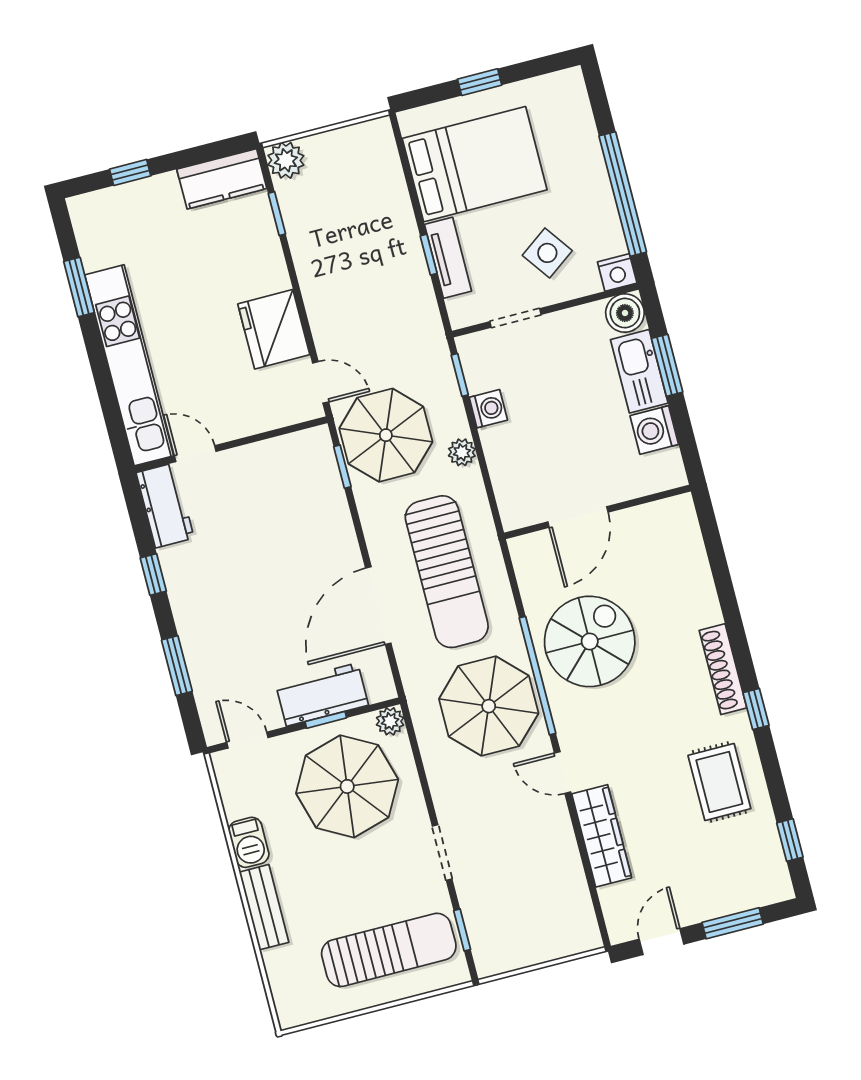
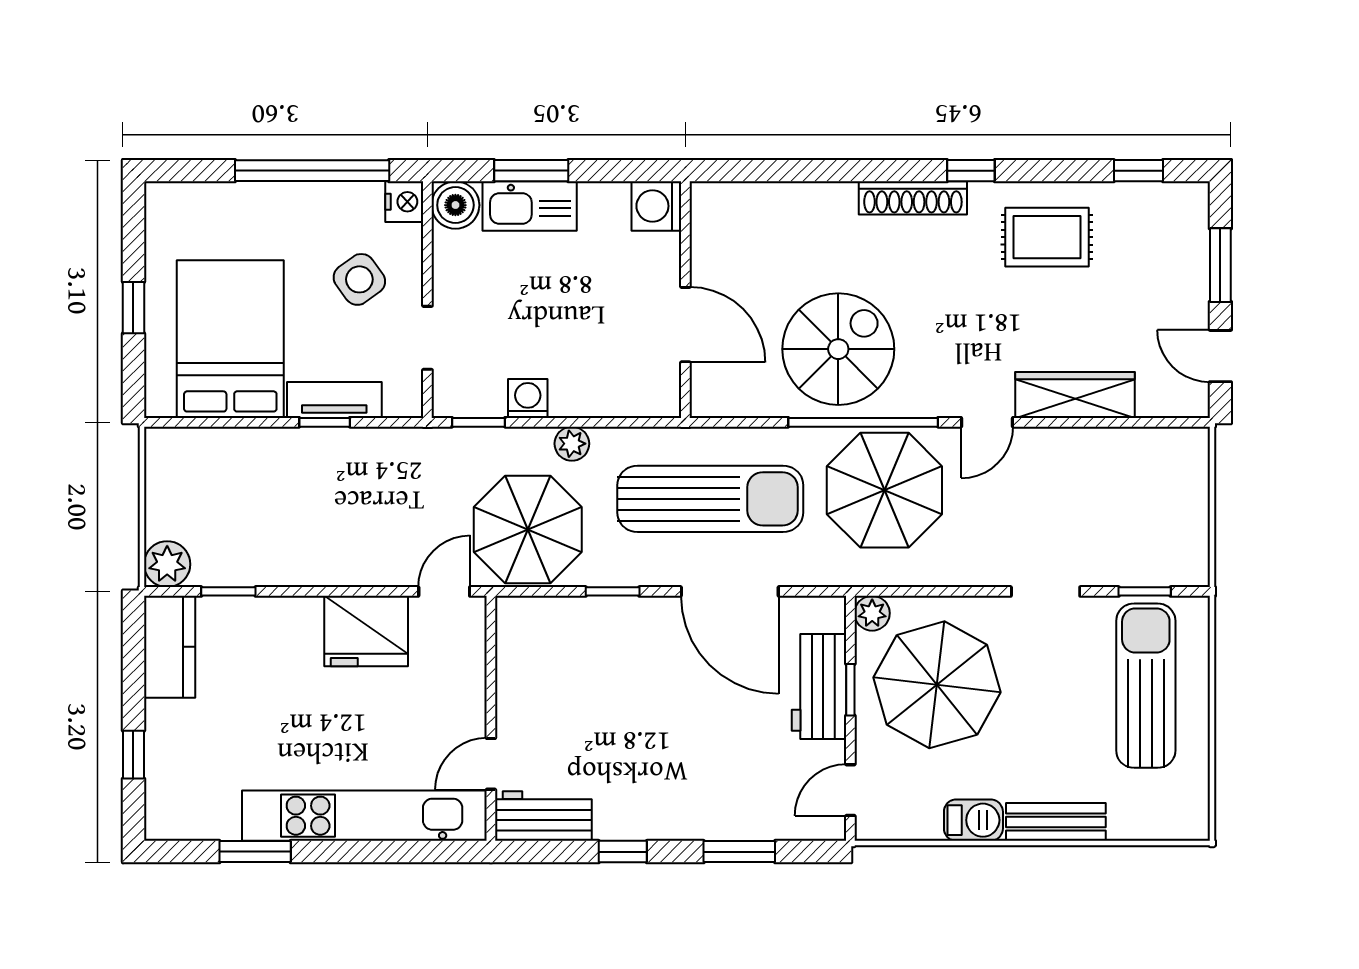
washing machine: (654, 430) -> (656, 206), moved, turned 90
window: (342, 467) -> (613, 591), moved
spiral stairs: (590, 641) -> (838, 349), turned 90

